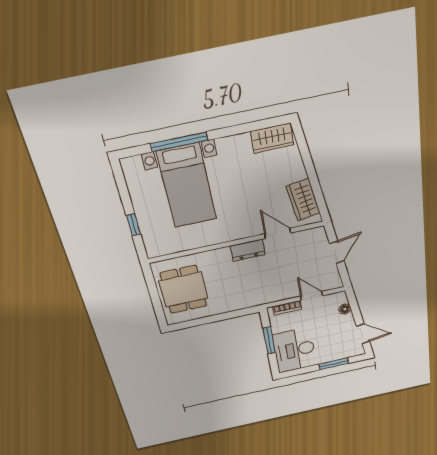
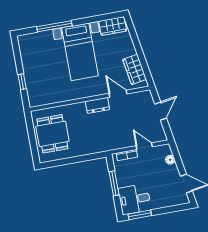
bed with nightstands: (187, 186) -> (80, 52), moved
desk: (294, 350) -> (135, 199), width x0.73
window: (334, 364) -> (140, 215), moved

